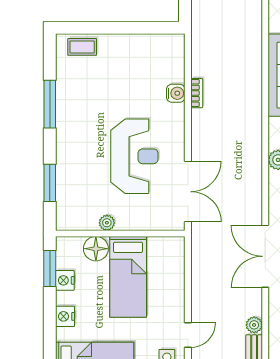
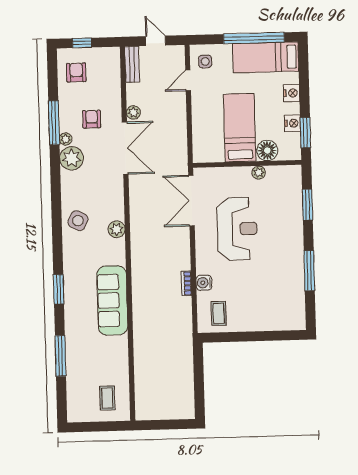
coffee table: (82, 47) -> (219, 313), moved, turned 90
reception desk: (134, 156) -> (237, 229), turned 180
plant: (254, 325) -> (133, 112), moved

